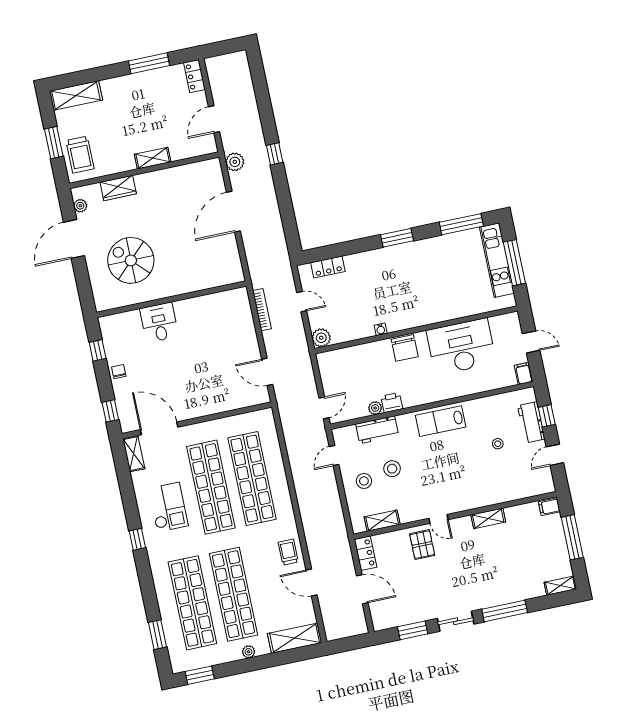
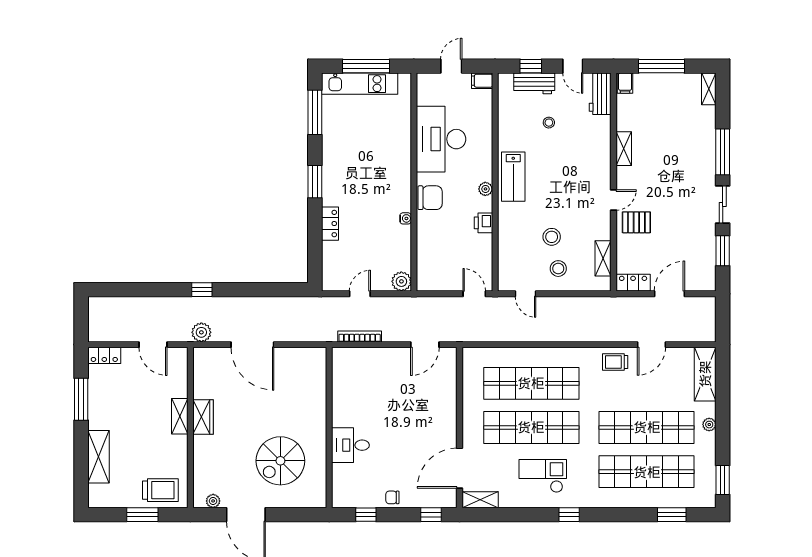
shelving: (76, 95) -> (99, 457), moved
wardrobe: (118, 188) -> (203, 417), moved
locker: (328, 267) -> (330, 224), moved
plant: (375, 408) -> (485, 189), moved
workbench: (377, 430) -> (600, 94), moved, turned 180

